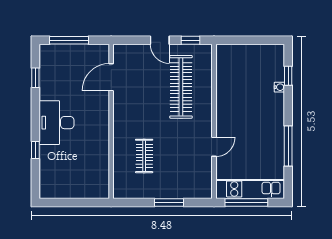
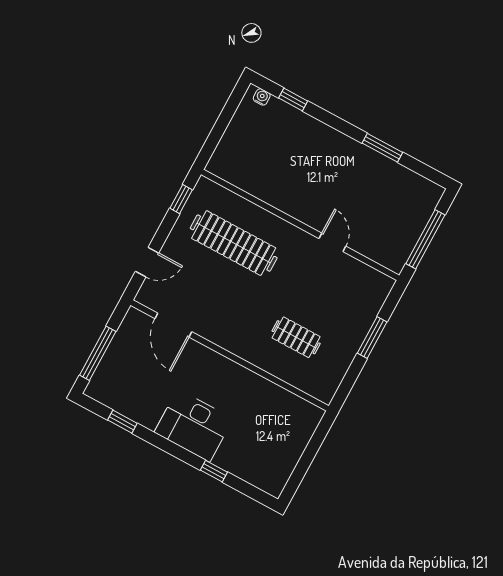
door: (160, 40) -> (147, 262), moved
water cooler: (279, 87) -> (262, 97), moved
window: (288, 146) -> (382, 148), width x0.69
kitchen unit: (250, 189) -> (411, 226), removed

